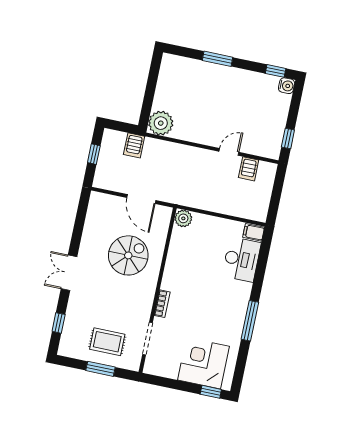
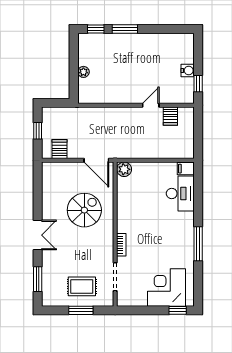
window: (276, 71) -> (96, 29), moved
water cooler: (287, 86) -> (188, 71), moved
plant: (161, 123) -> (83, 72), moved, width x0.53, depth x0.53
server rack: (134, 145) -> (59, 149), moved, turned 180
door: (141, 199) -> (96, 160), moved
double door: (69, 273) -> (38, 235), swing flipped
window: (59, 323) -> (38, 279), width x1.50

